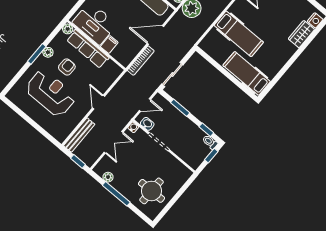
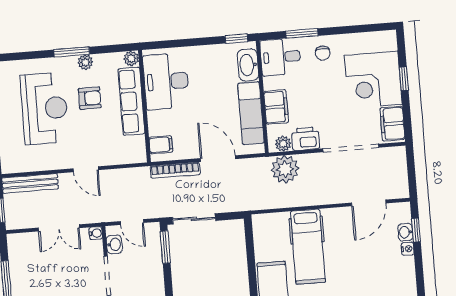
filing cabinet: (109, 45) -> (161, 145), moved
door: (99, 102) -> (86, 169), swing flipped
window: (180, 108) -> (165, 247), moved
plant: (108, 177) -> (16, 259), removed

